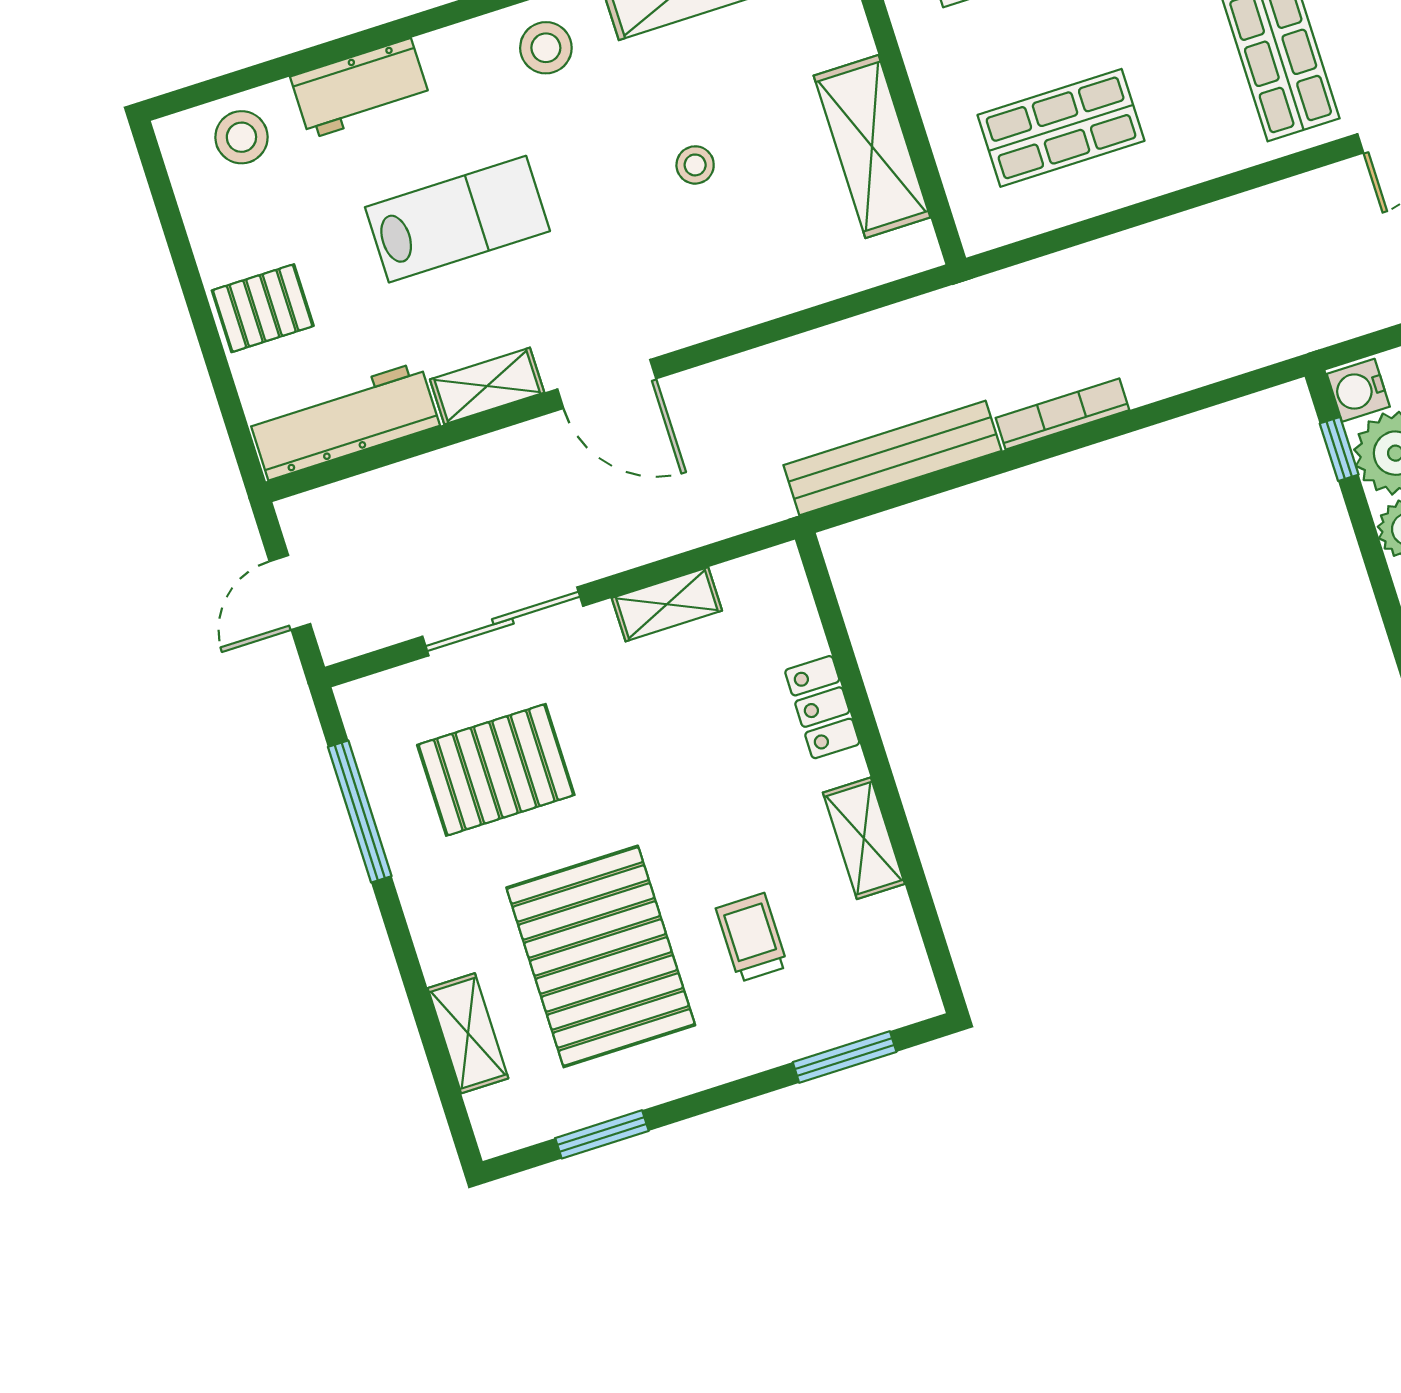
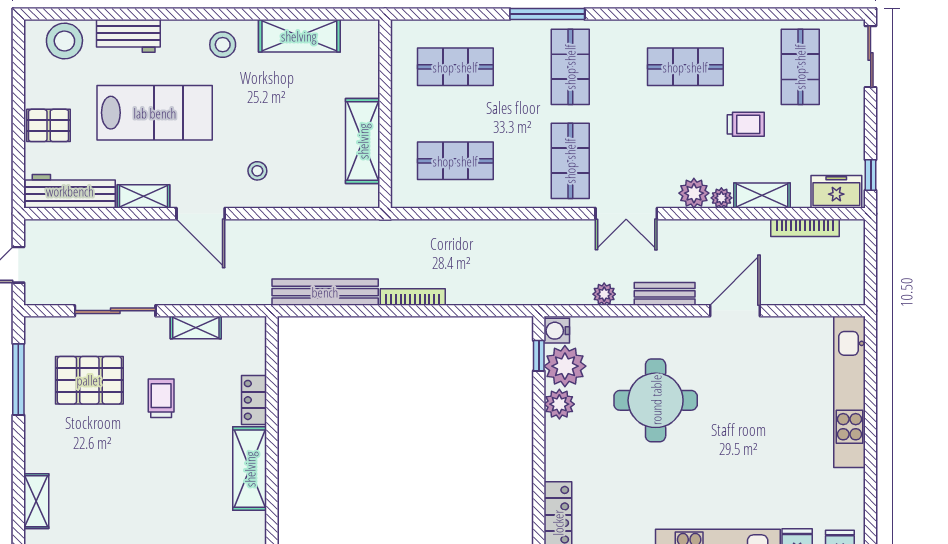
stool: (241, 137) -> (64, 41), width x1.38, depth x1.38
stool: (695, 165) -> (257, 171), moved
lab bench: (457, 219) -> (155, 113), width x1.36, depth x1.39
shelving: (864, 838) -> (250, 469), width x1.50, depth x1.33
trolley: (752, 937) -> (161, 398), moved
pallet: (601, 956) -> (111, 485), removed

